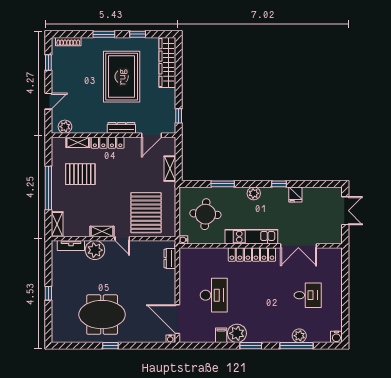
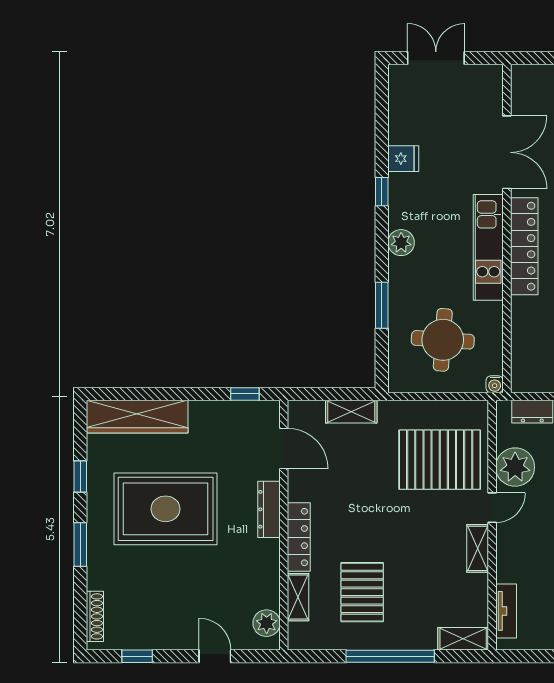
plant: (95, 250) -> (515, 467), moved

